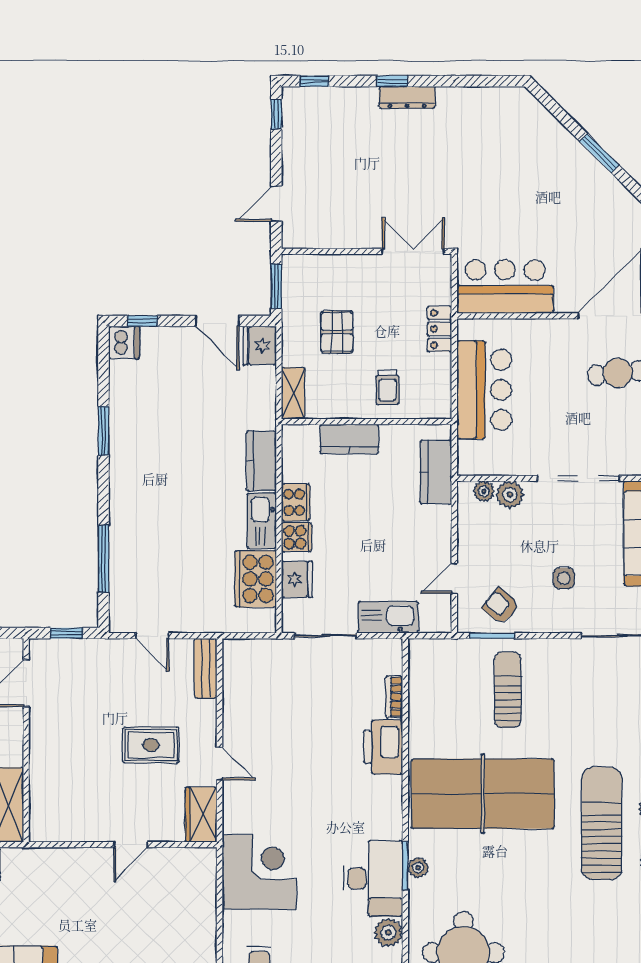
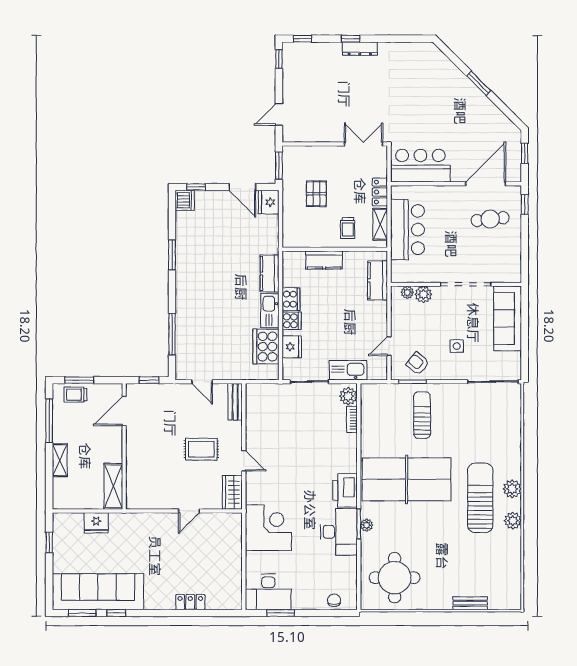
shelving: (293, 393) -> (380, 224), moved
printer: (383, 747) -> (345, 490), moved
plant: (388, 933) -> (348, 396), moved

